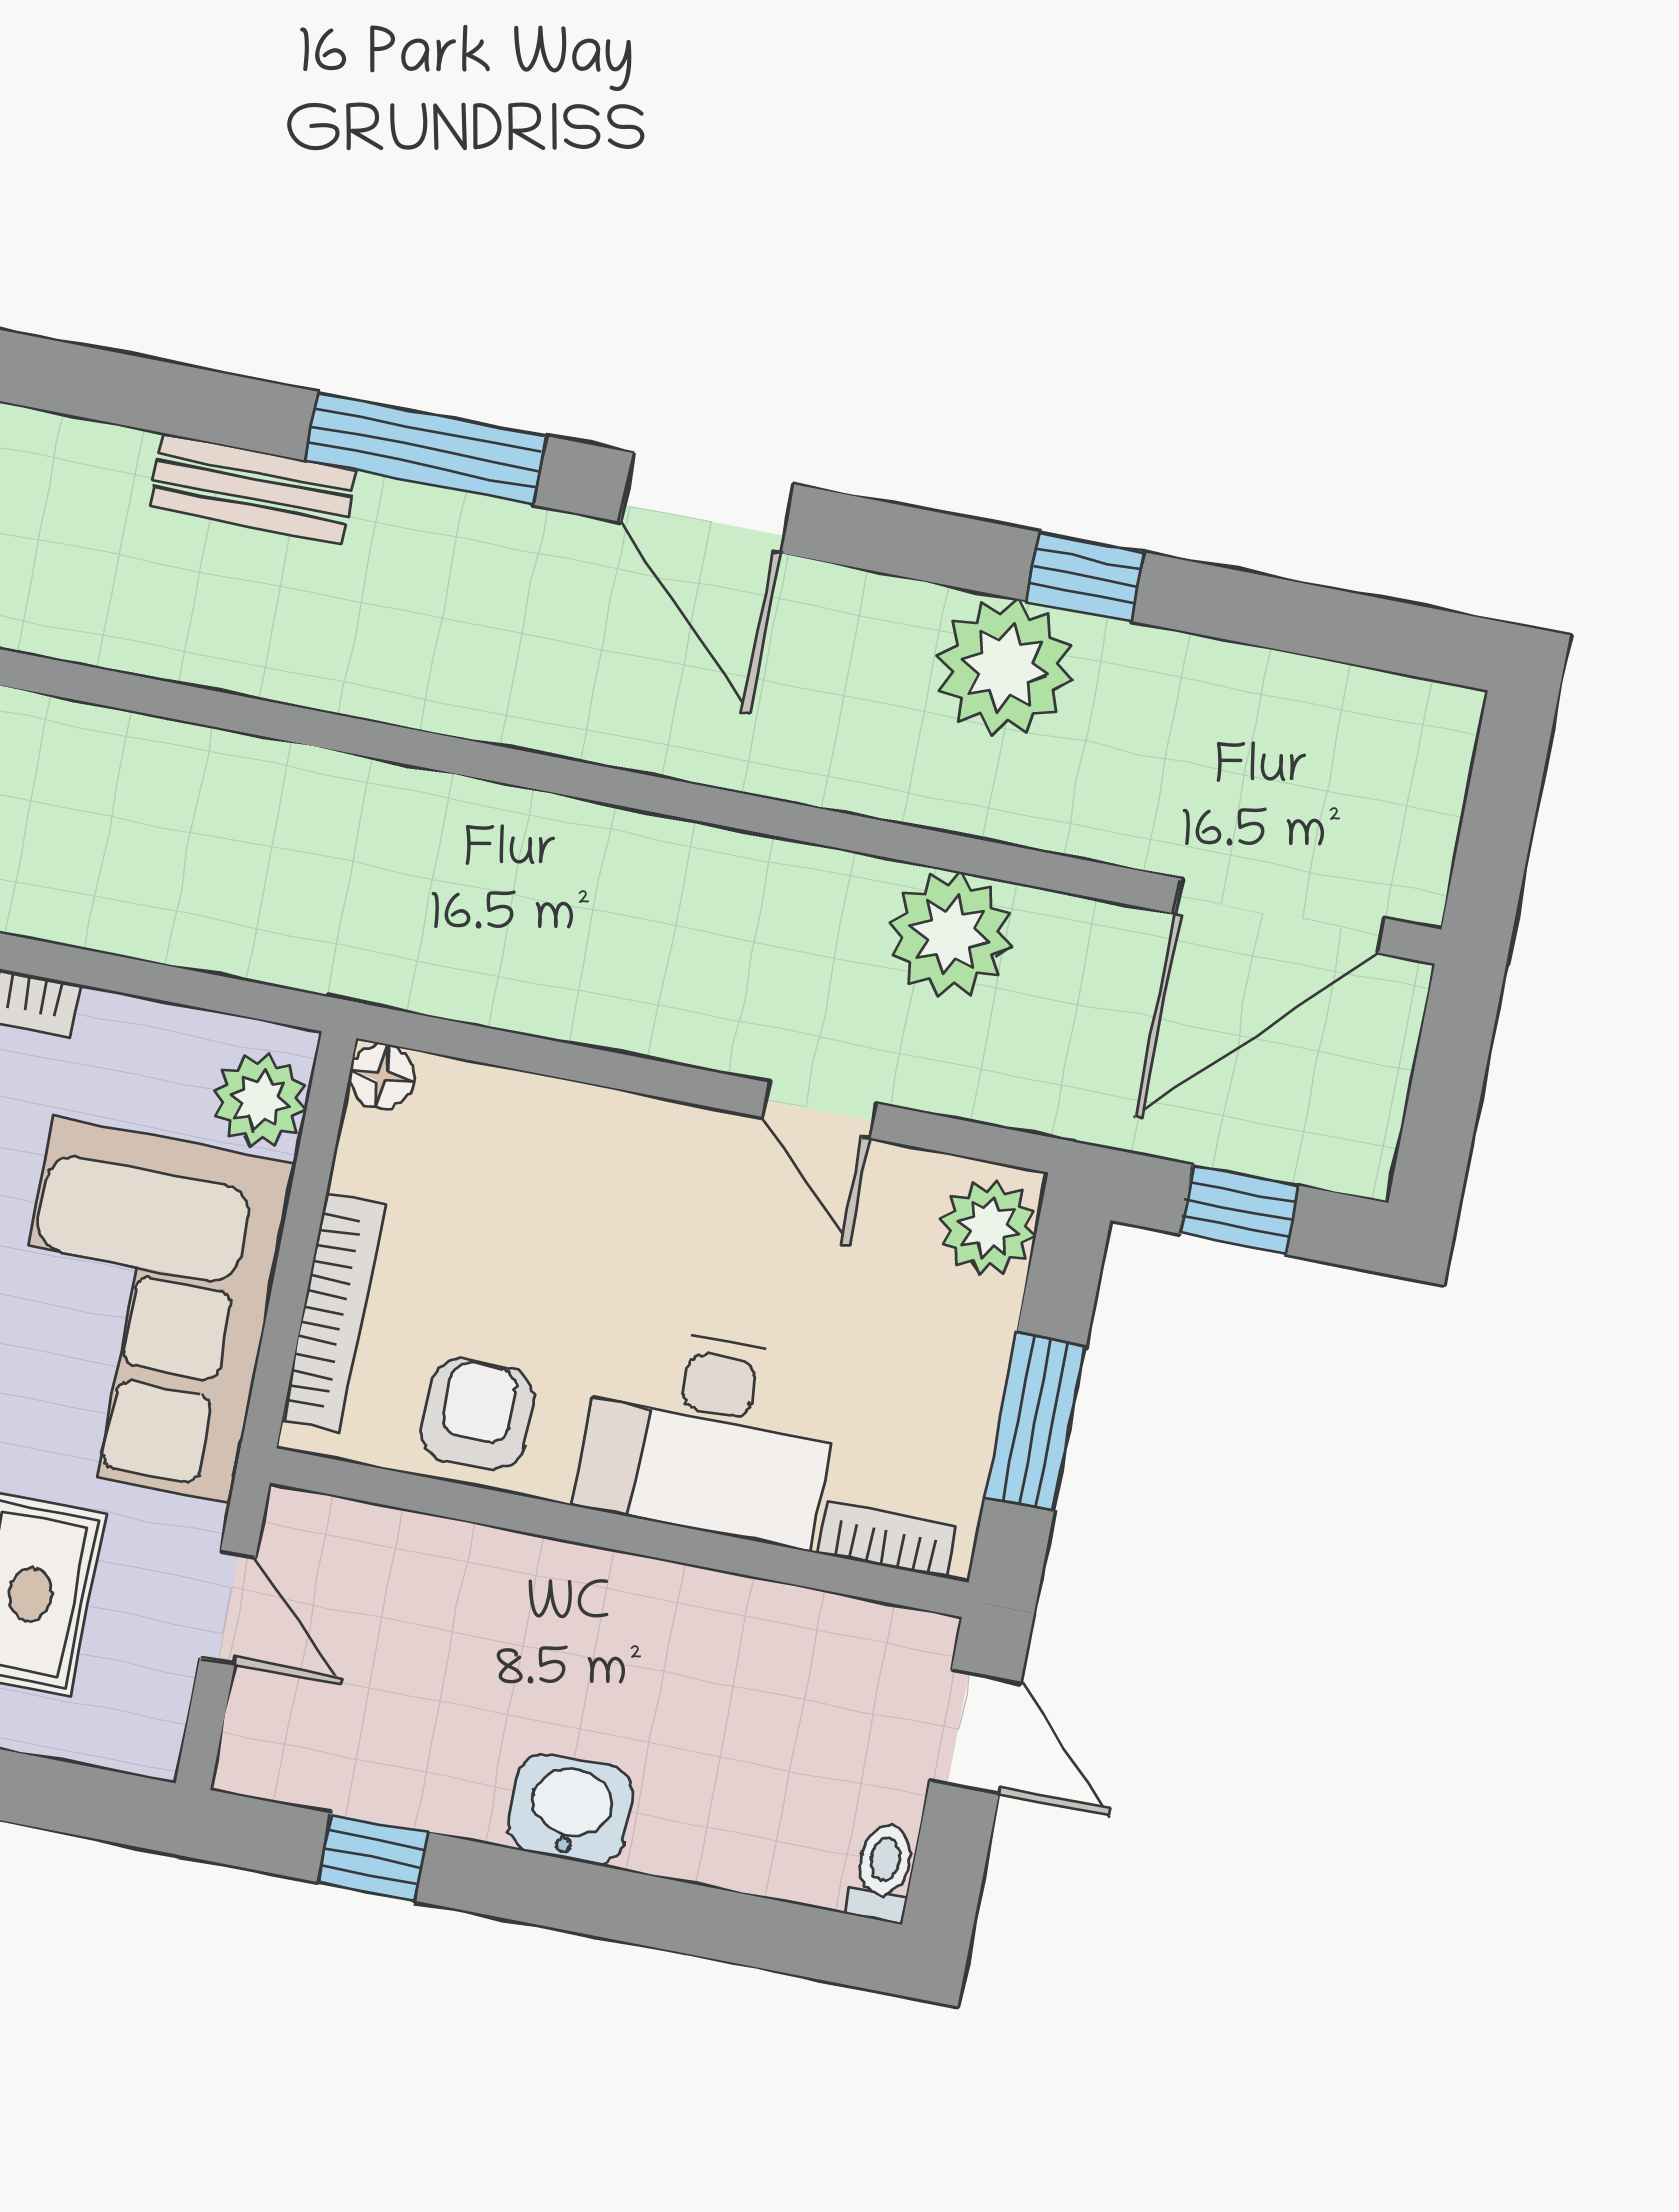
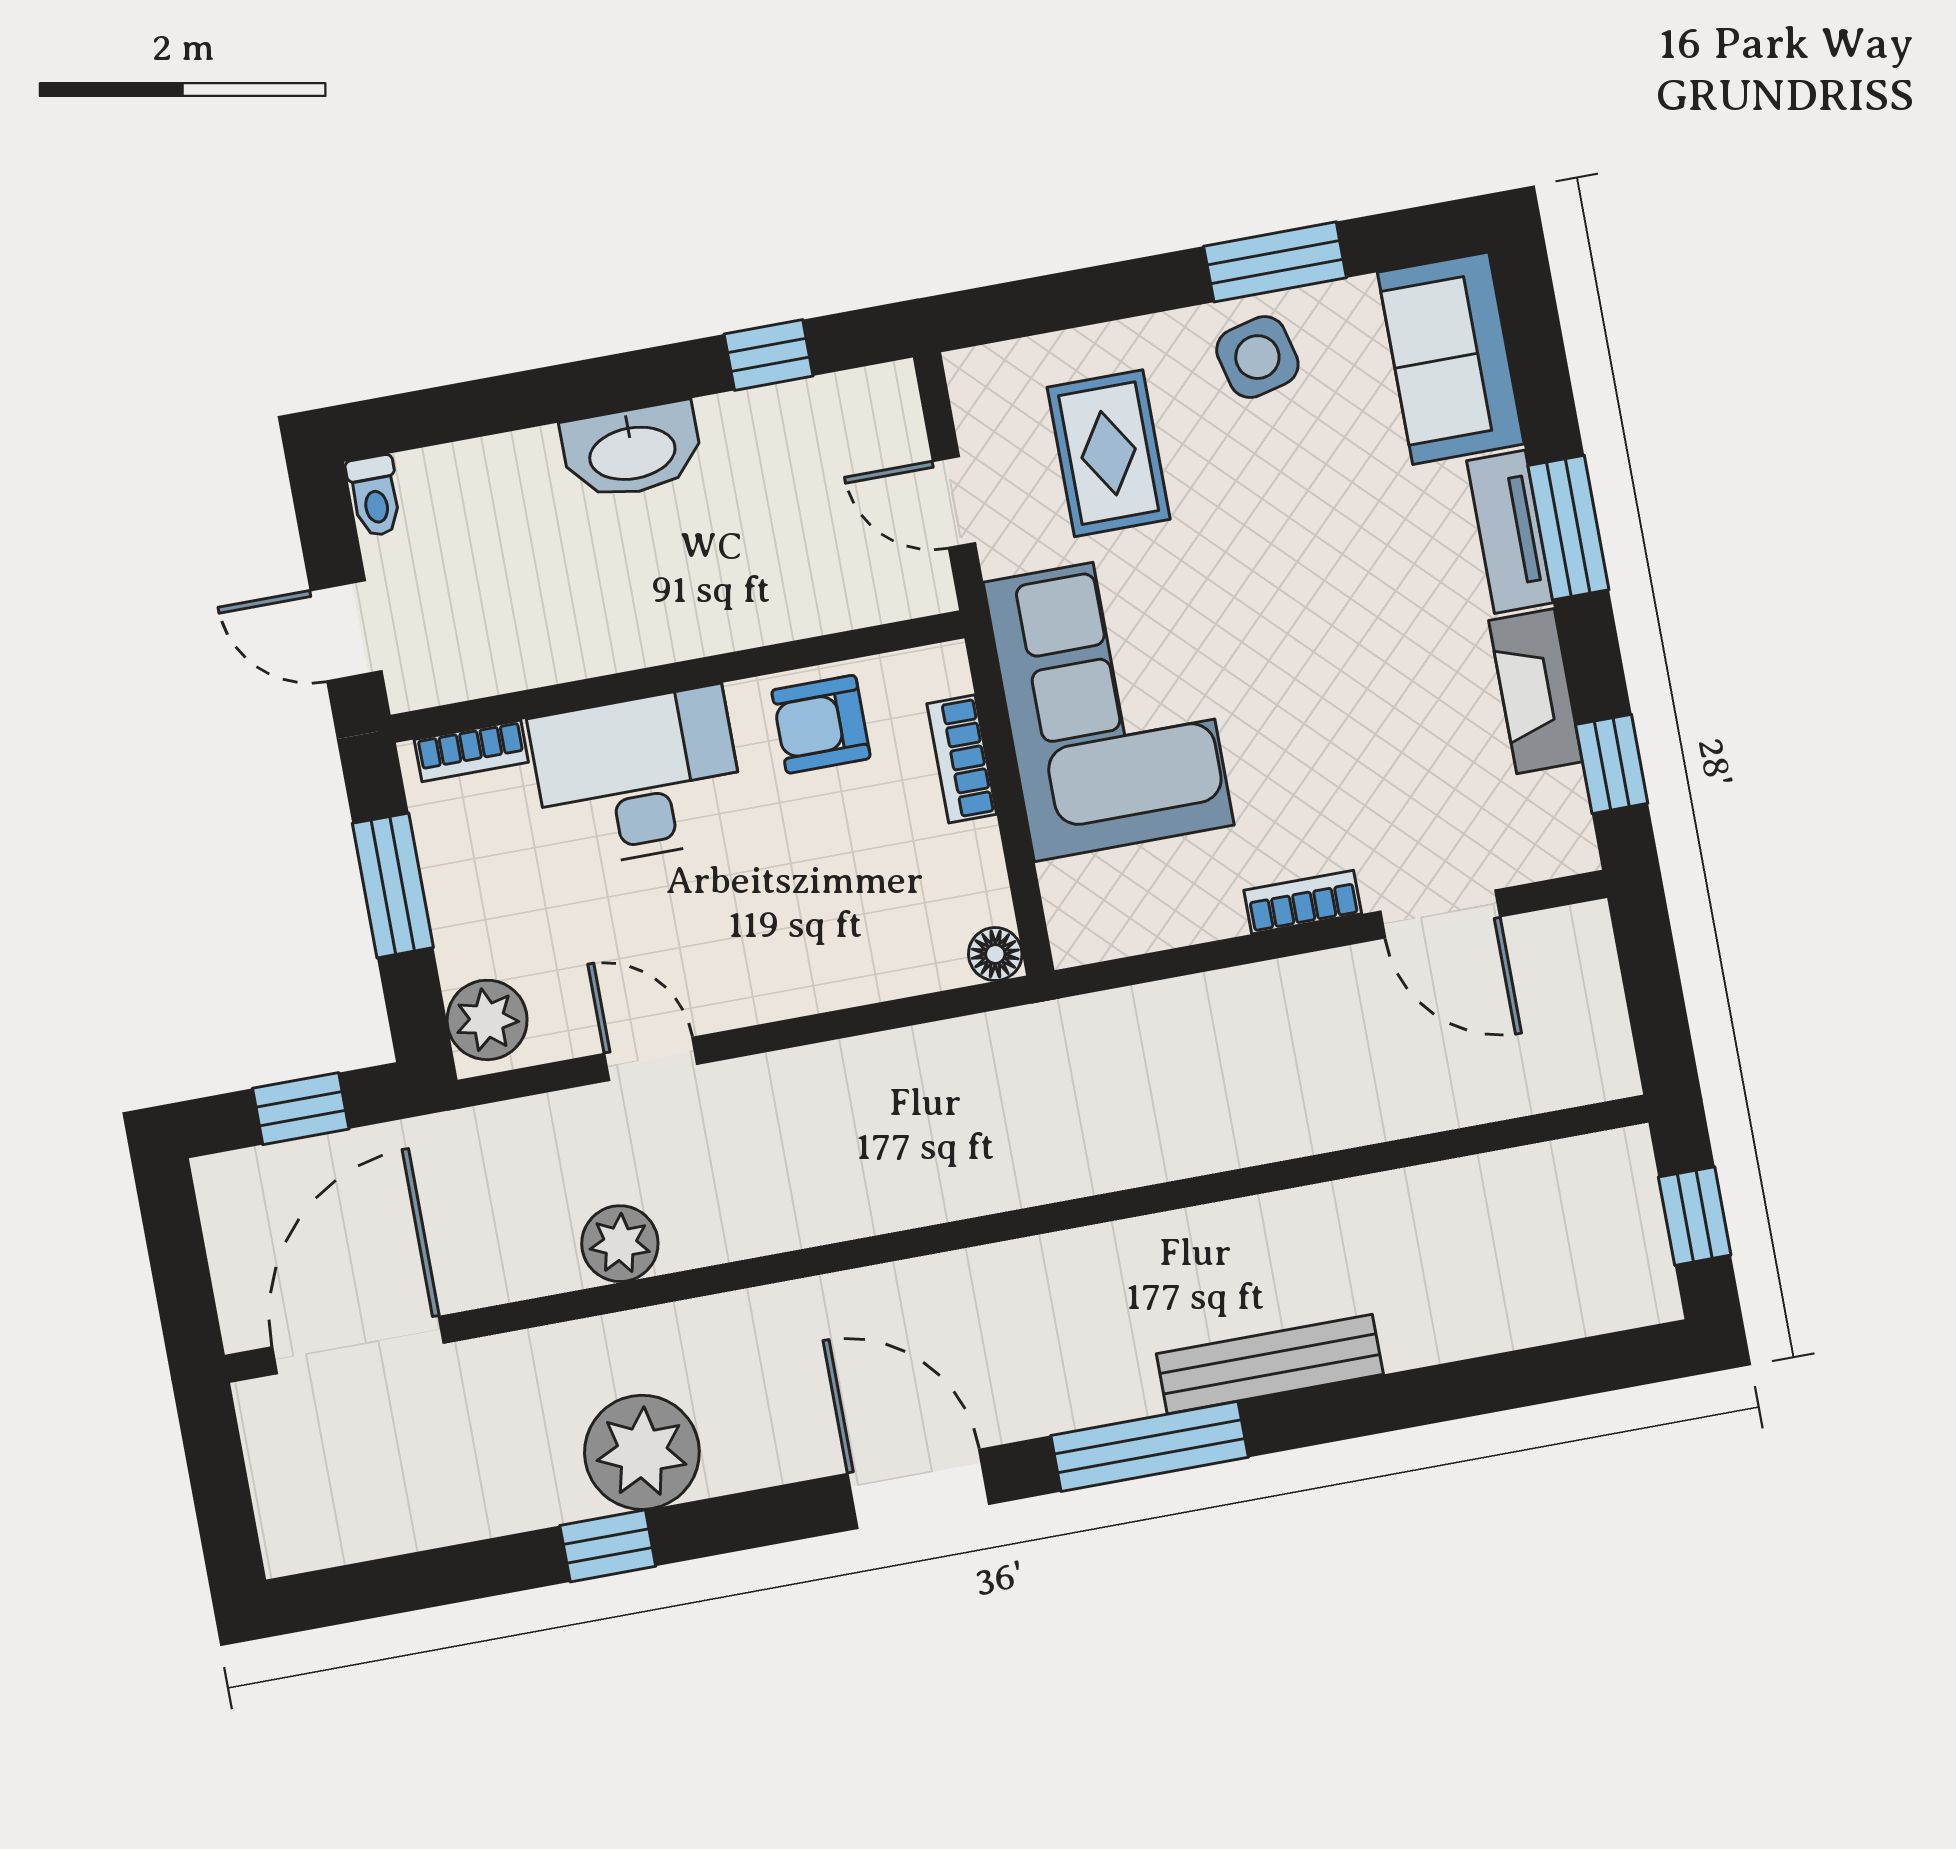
bench: (253, 488) -> (1270, 1364), width x1.36
plant: (950, 934) -> (620, 1244), width x0.73, depth x0.73
plant: (260, 1101) -> (1081, 899), removed
bookcase: (333, 1312) -> (962, 759), width x0.64
armchair: (477, 1415) -> (821, 724), turned 90
washbasin: (570, 1809) -> (632, 451), width x1.38

